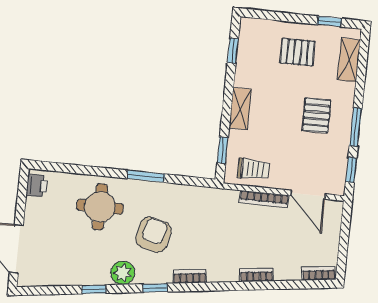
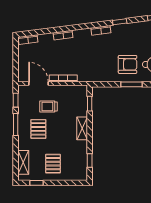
pallet: (297, 52) -> (53, 164), turned 90
trolley: (253, 169) -> (49, 106), moved
armchair: (153, 235) -> (128, 64), moved, turned -104
plant: (123, 273) -> (139, 28), removed

